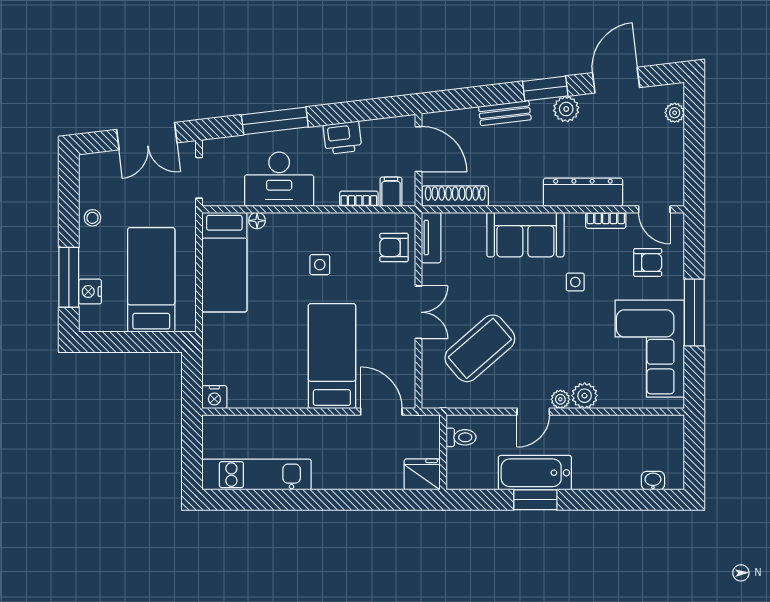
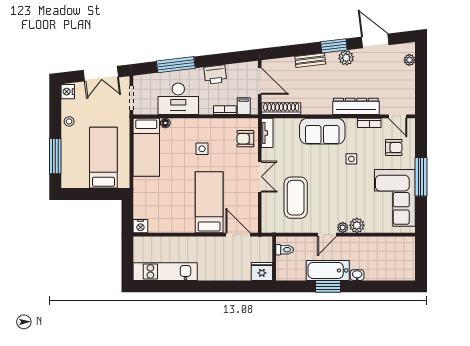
door: (616, 80) -> (375, 41), hinge flipped
nightstand: (90, 292) -> (68, 92), moved
coffee table: (480, 348) -> (296, 198), turned -49
washbasin: (653, 481) -> (357, 275), moved

